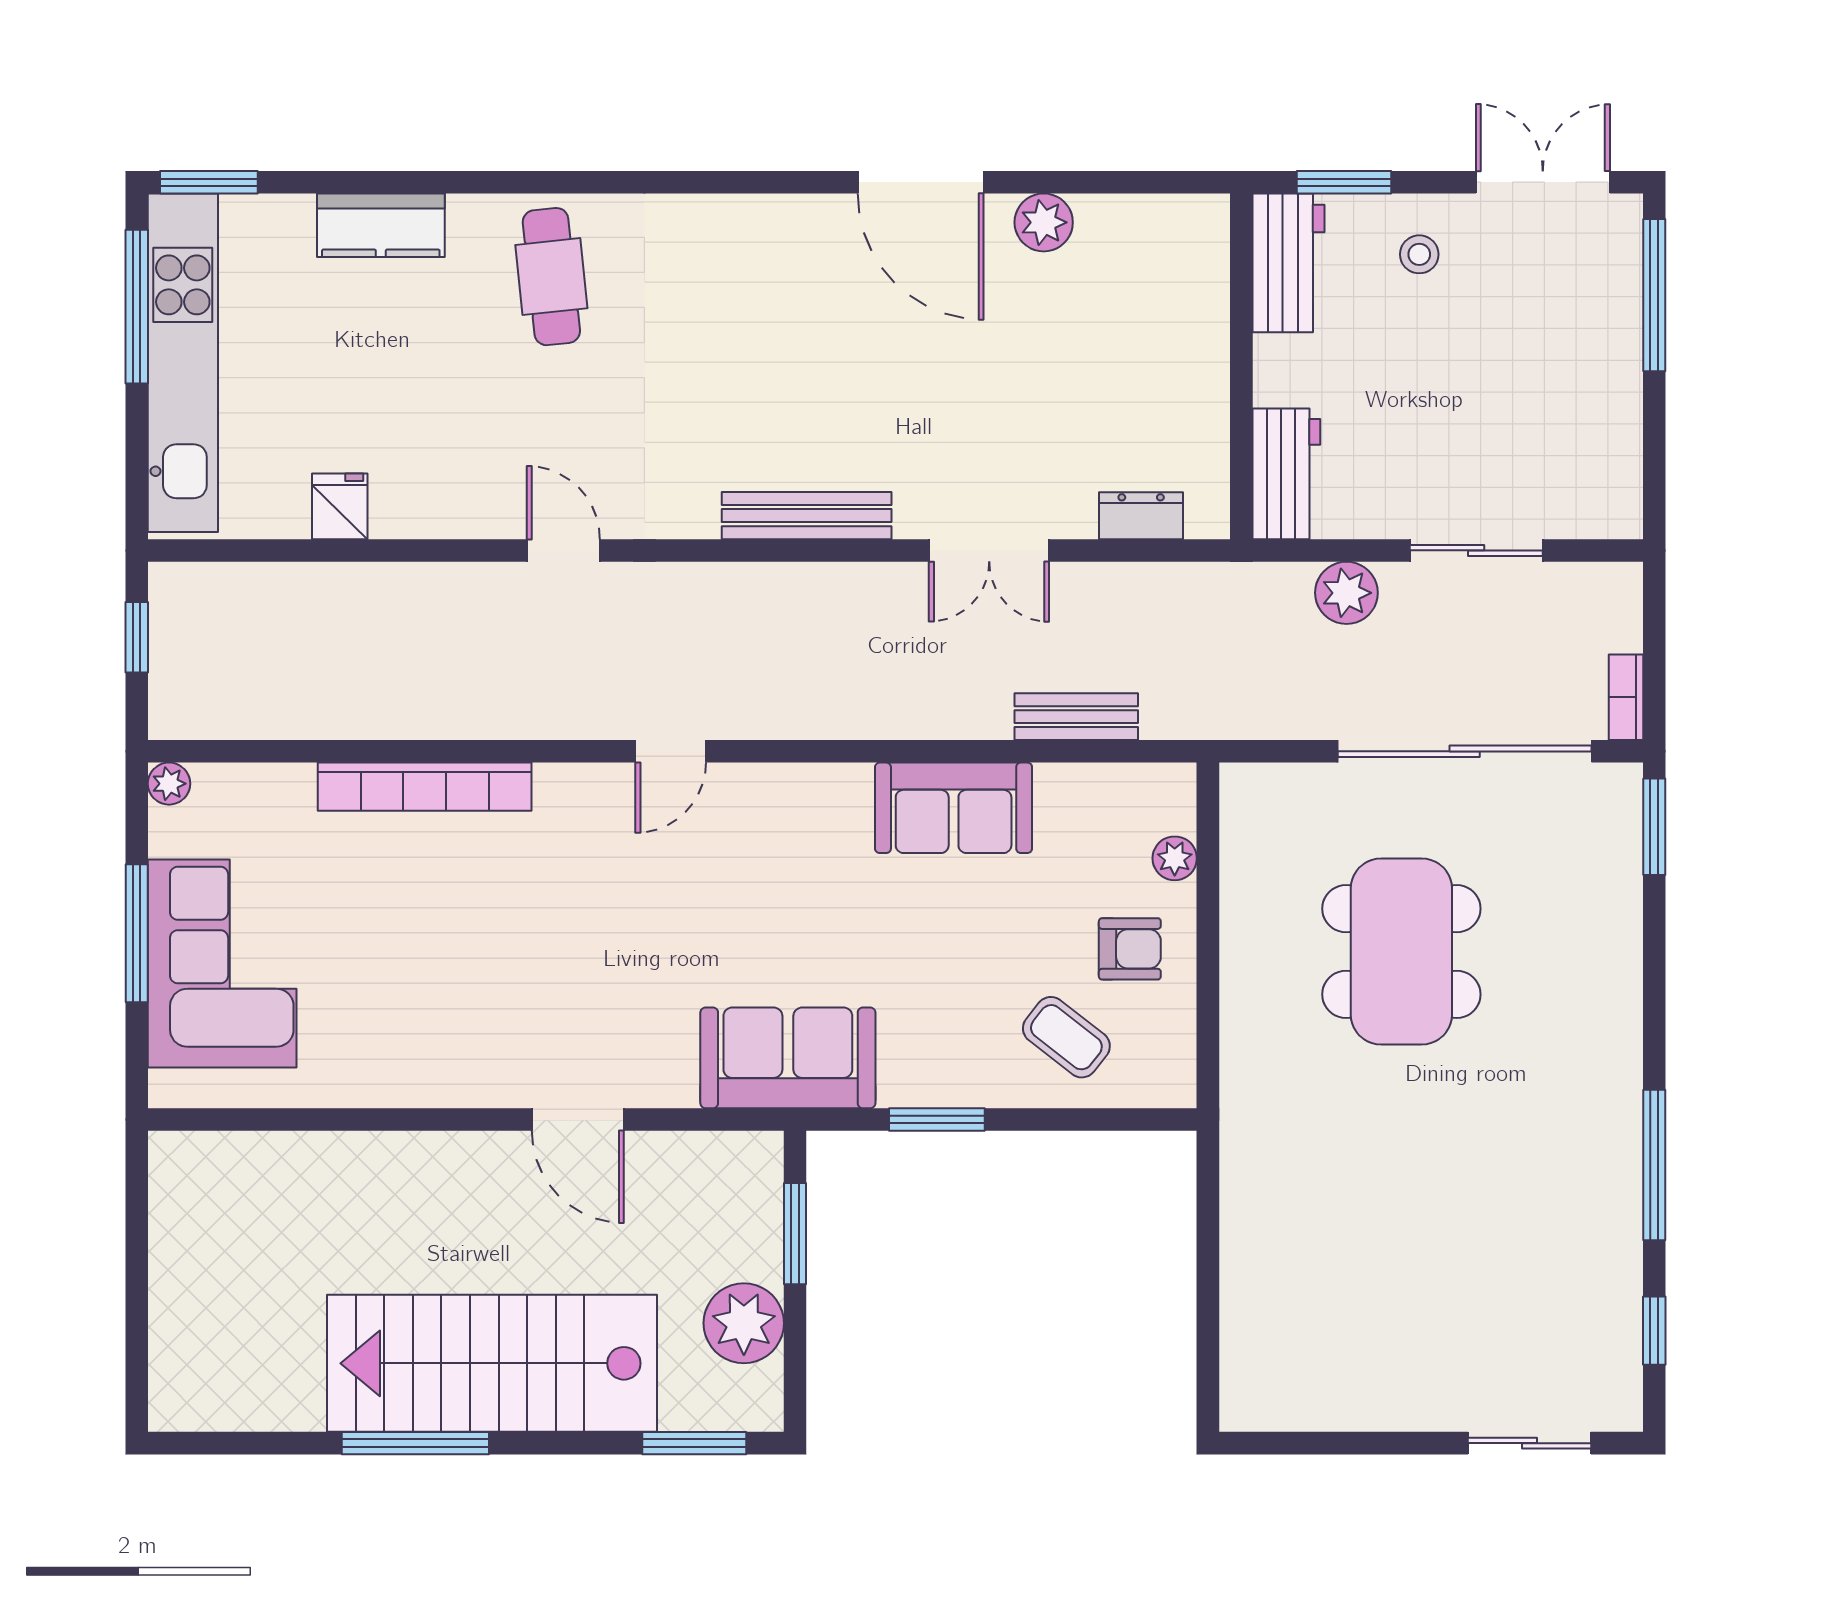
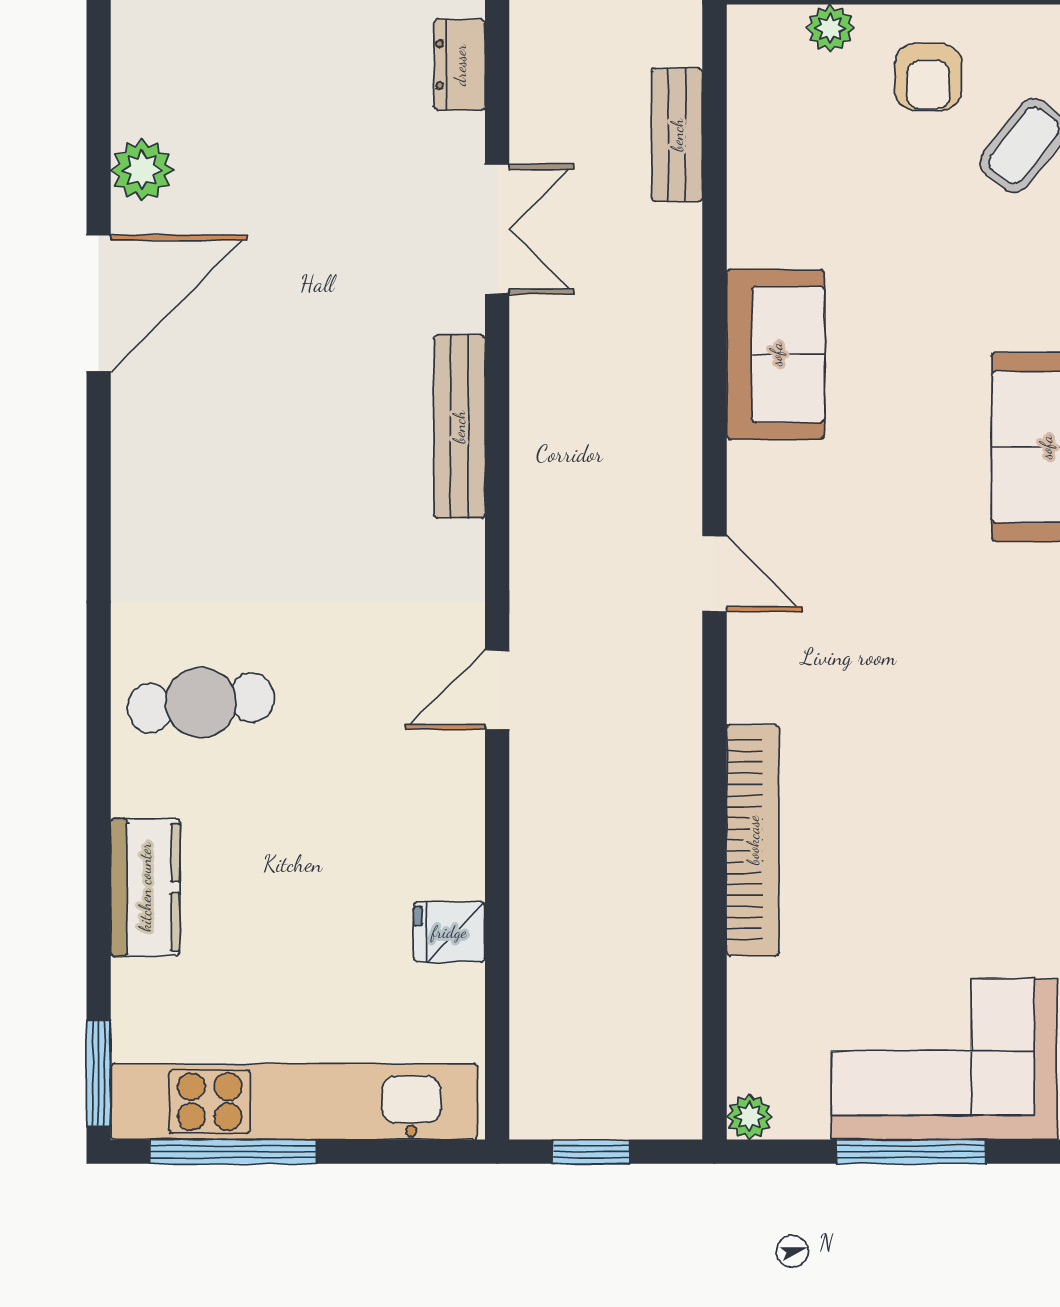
sofa: (954, 808) -> (776, 354), moved
armchair: (1130, 949) -> (928, 77), turned 180

